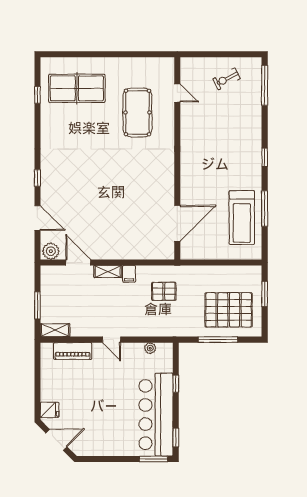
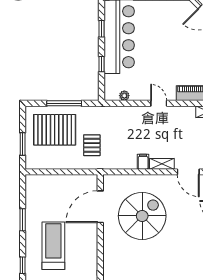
window: (265, 209) -> (23, 220), width x0.69
spiral stairs: (130, 213) -> (142, 216), added
treadmill: (242, 218) -> (53, 246), moved
pallet: (164, 291) -> (92, 145), moved, turned 90
window: (176, 437) -> (102, 29), moved

